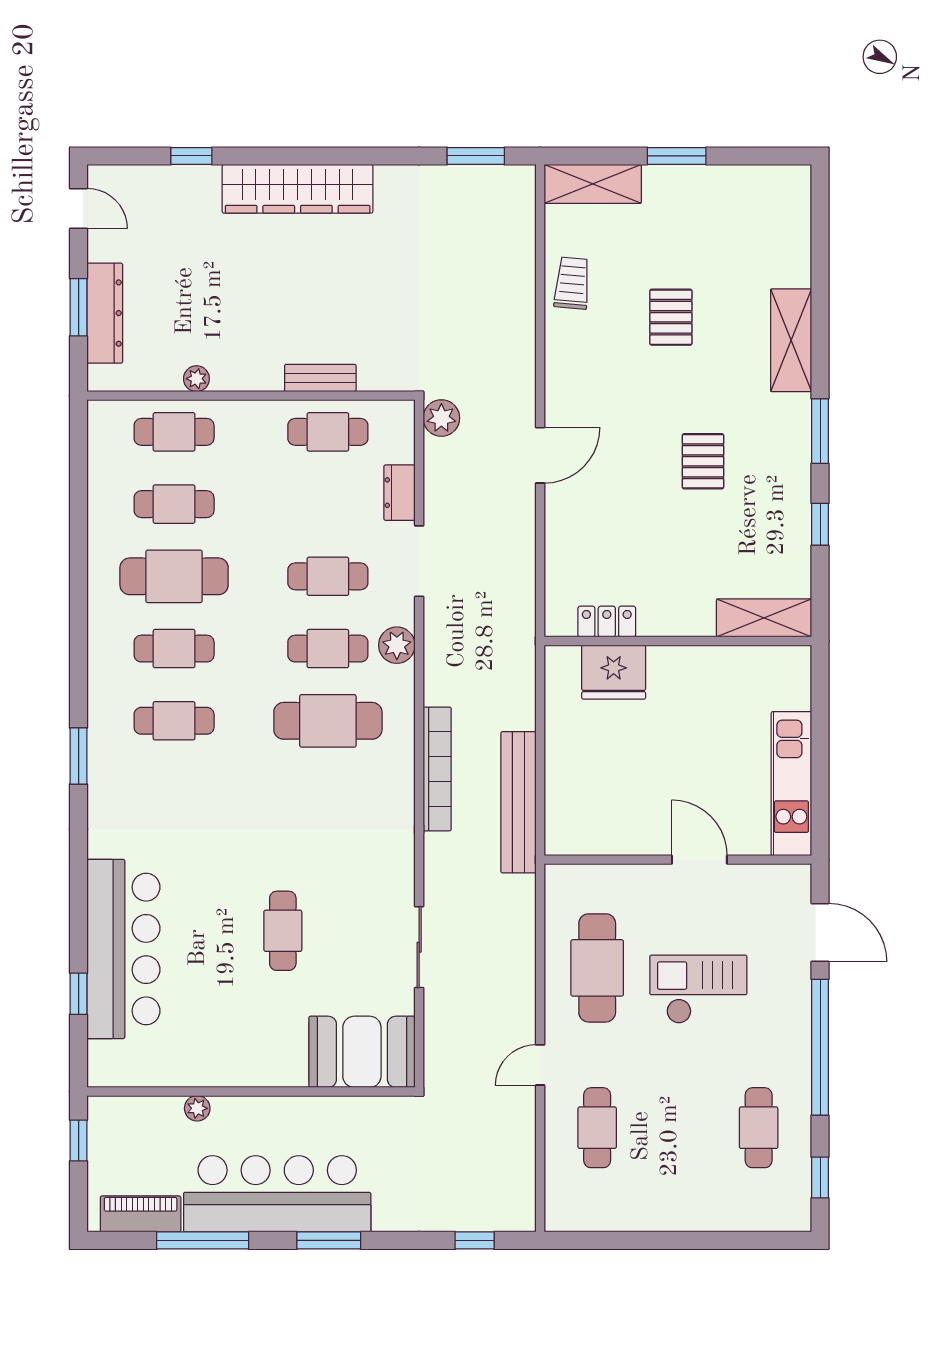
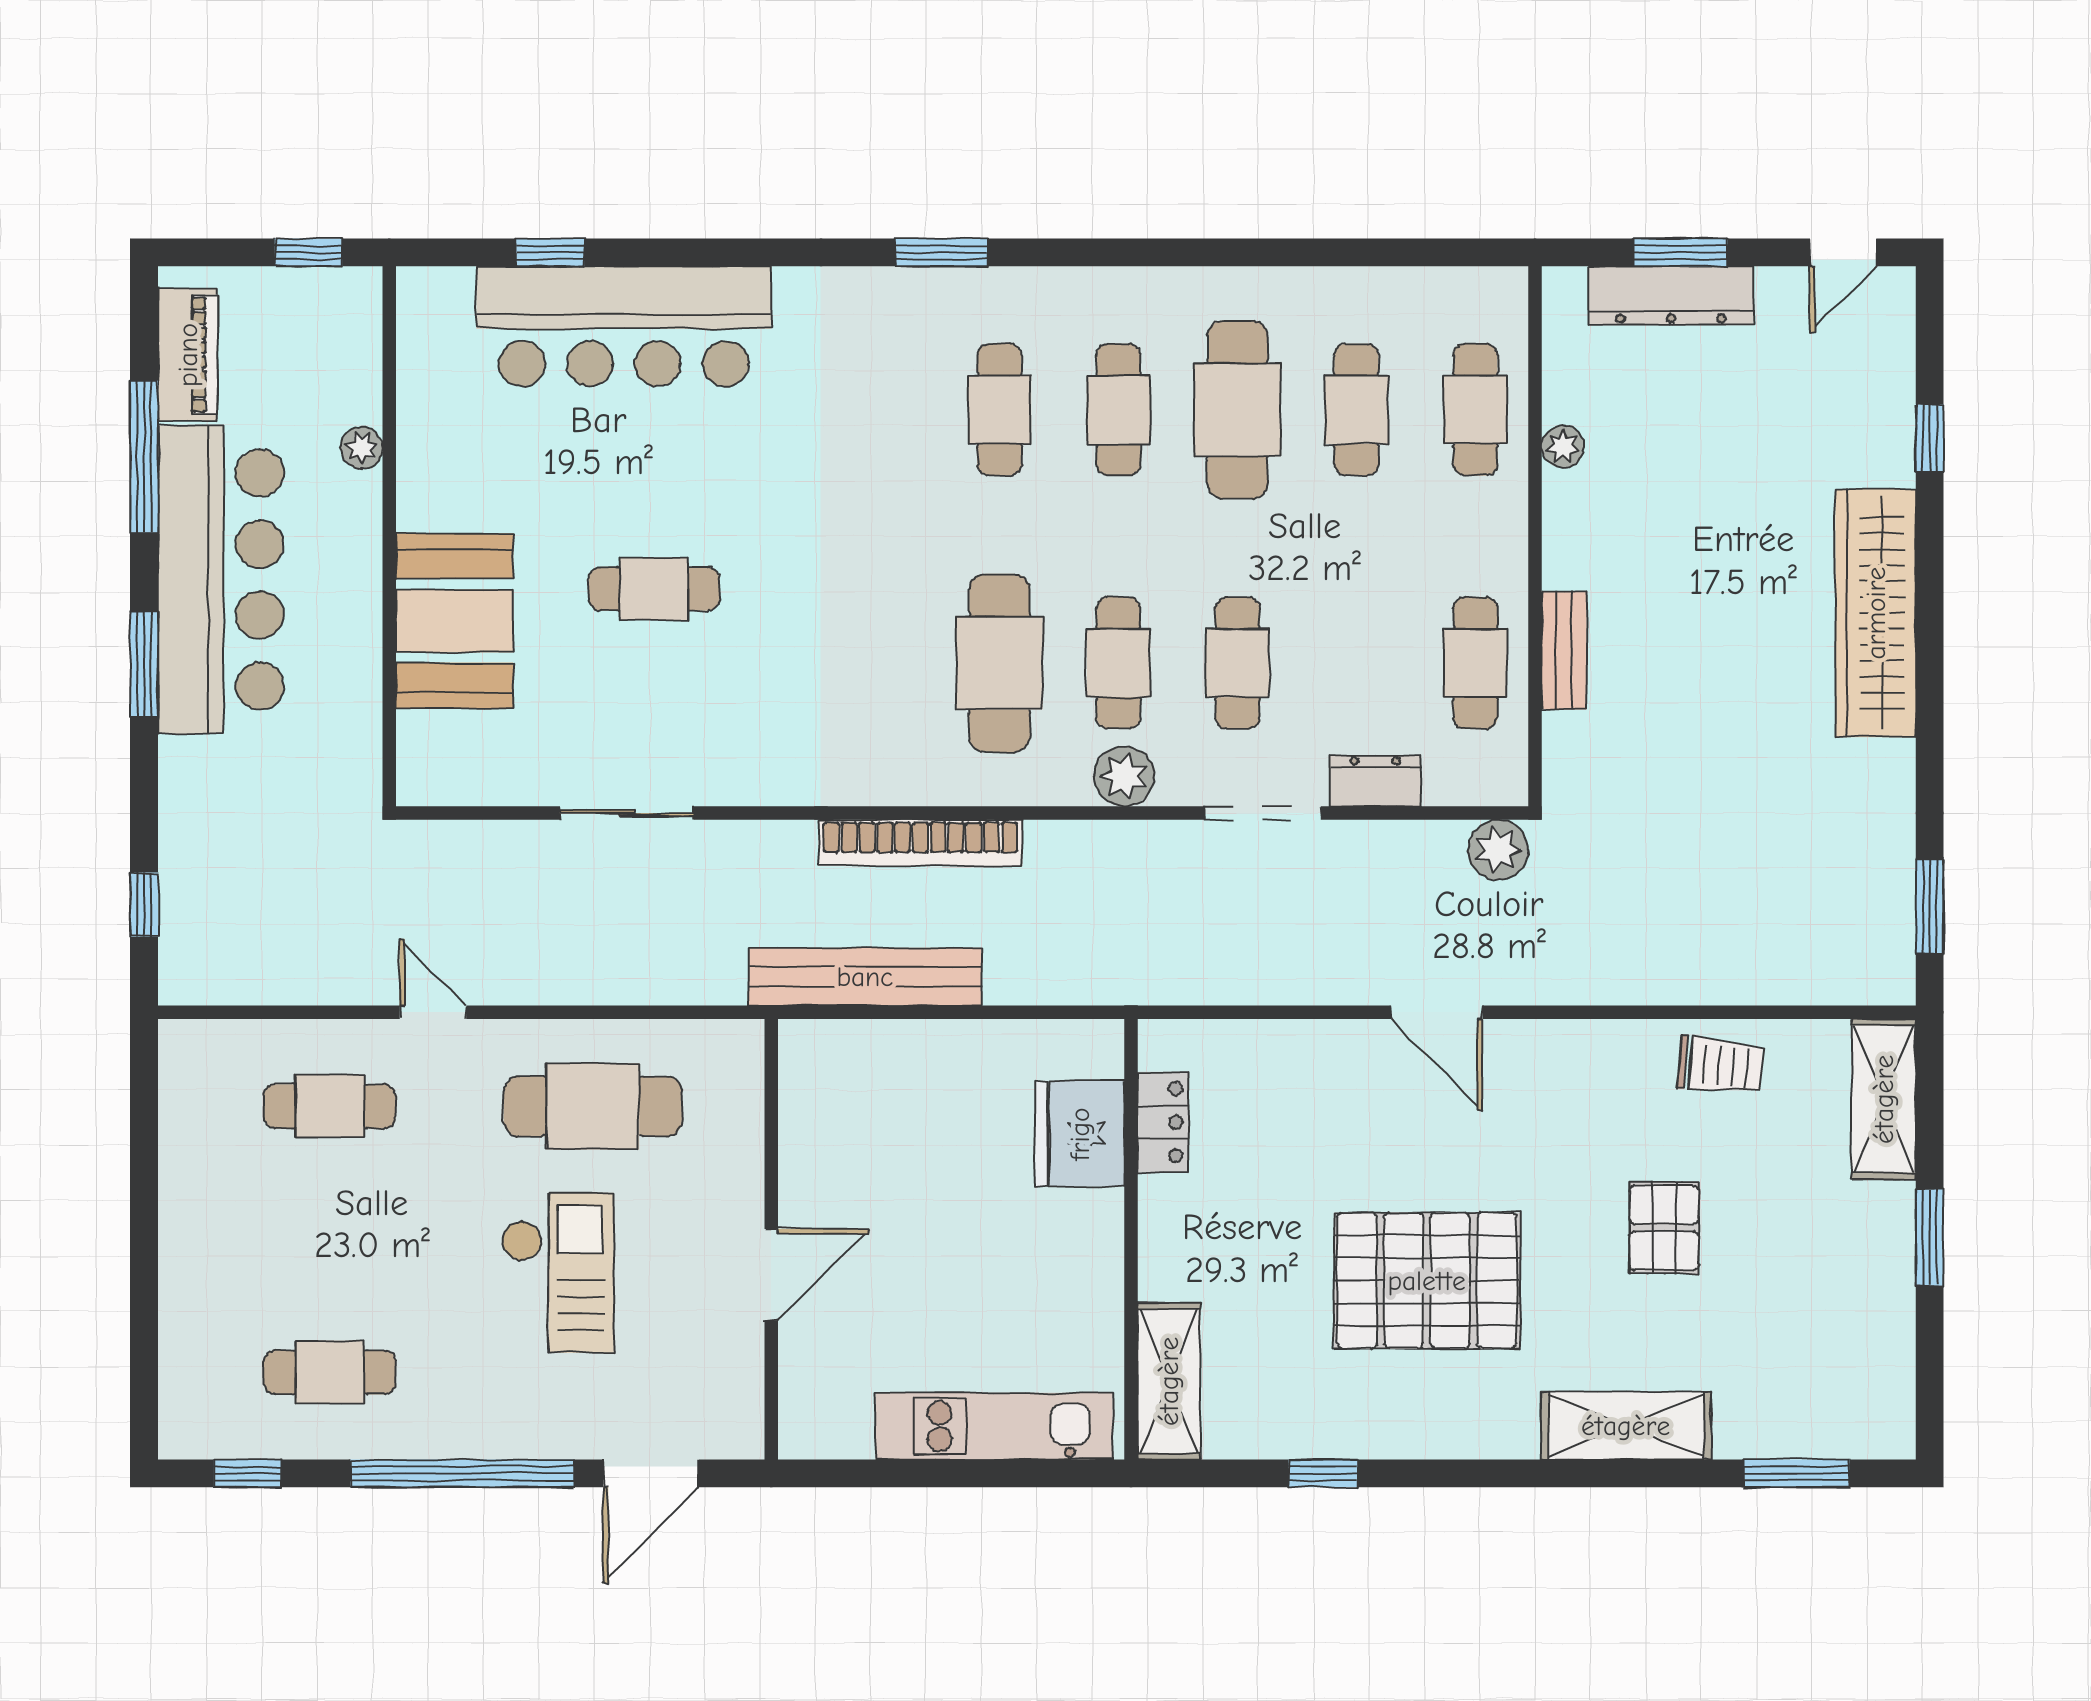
pallet: (671, 317) -> (1664, 1228), turned 90
window: (820, 431) -> (1796, 1473), moved
pallet: (703, 461) -> (1427, 1281), width x2.05, depth x2.00
kitchen unit: (791, 784) -> (994, 1426), moved
booth: (362, 1052) -> (455, 621), moved

